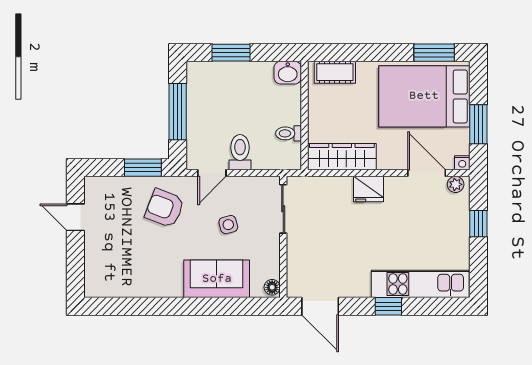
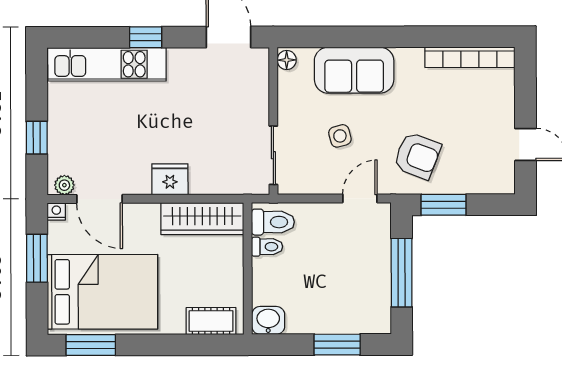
toilet: (240, 152) -> (273, 222), moved, turned -90
bookcase: (121, 289) -> (470, 57), added

